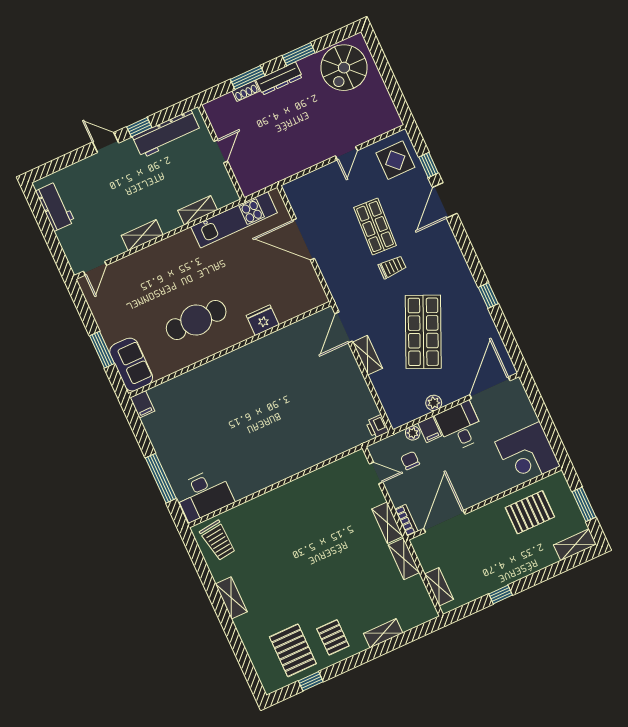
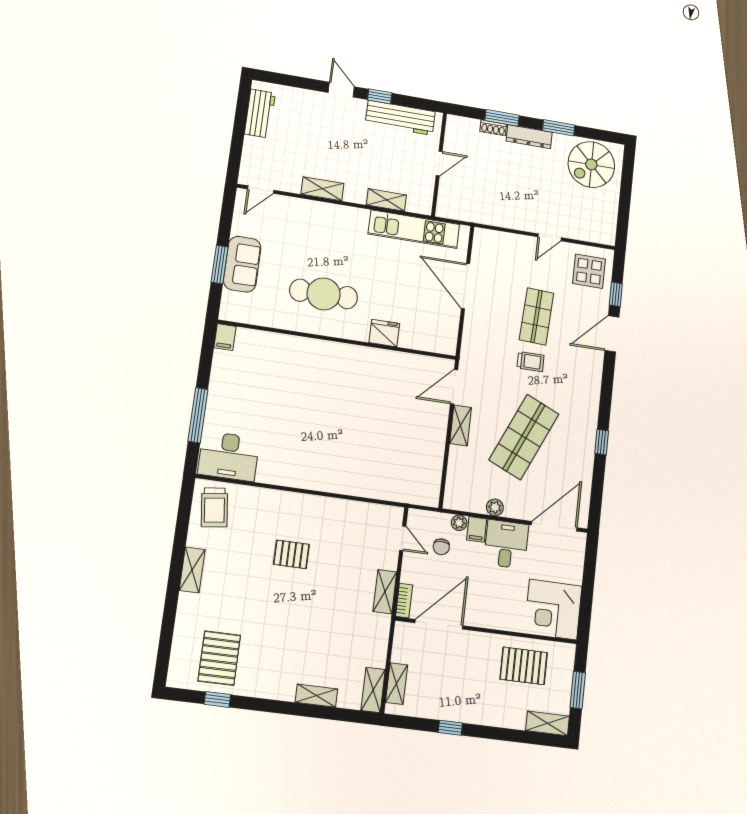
sofa: (131, 365) -> (242, 264), moved
printer: (377, 427) -> (430, 496), removed
chair: (410, 461) -> (441, 547), turned 180
shelving: (404, 559) -> (373, 690), moved
pallet: (333, 637) -> (291, 554), moved, turned 90

